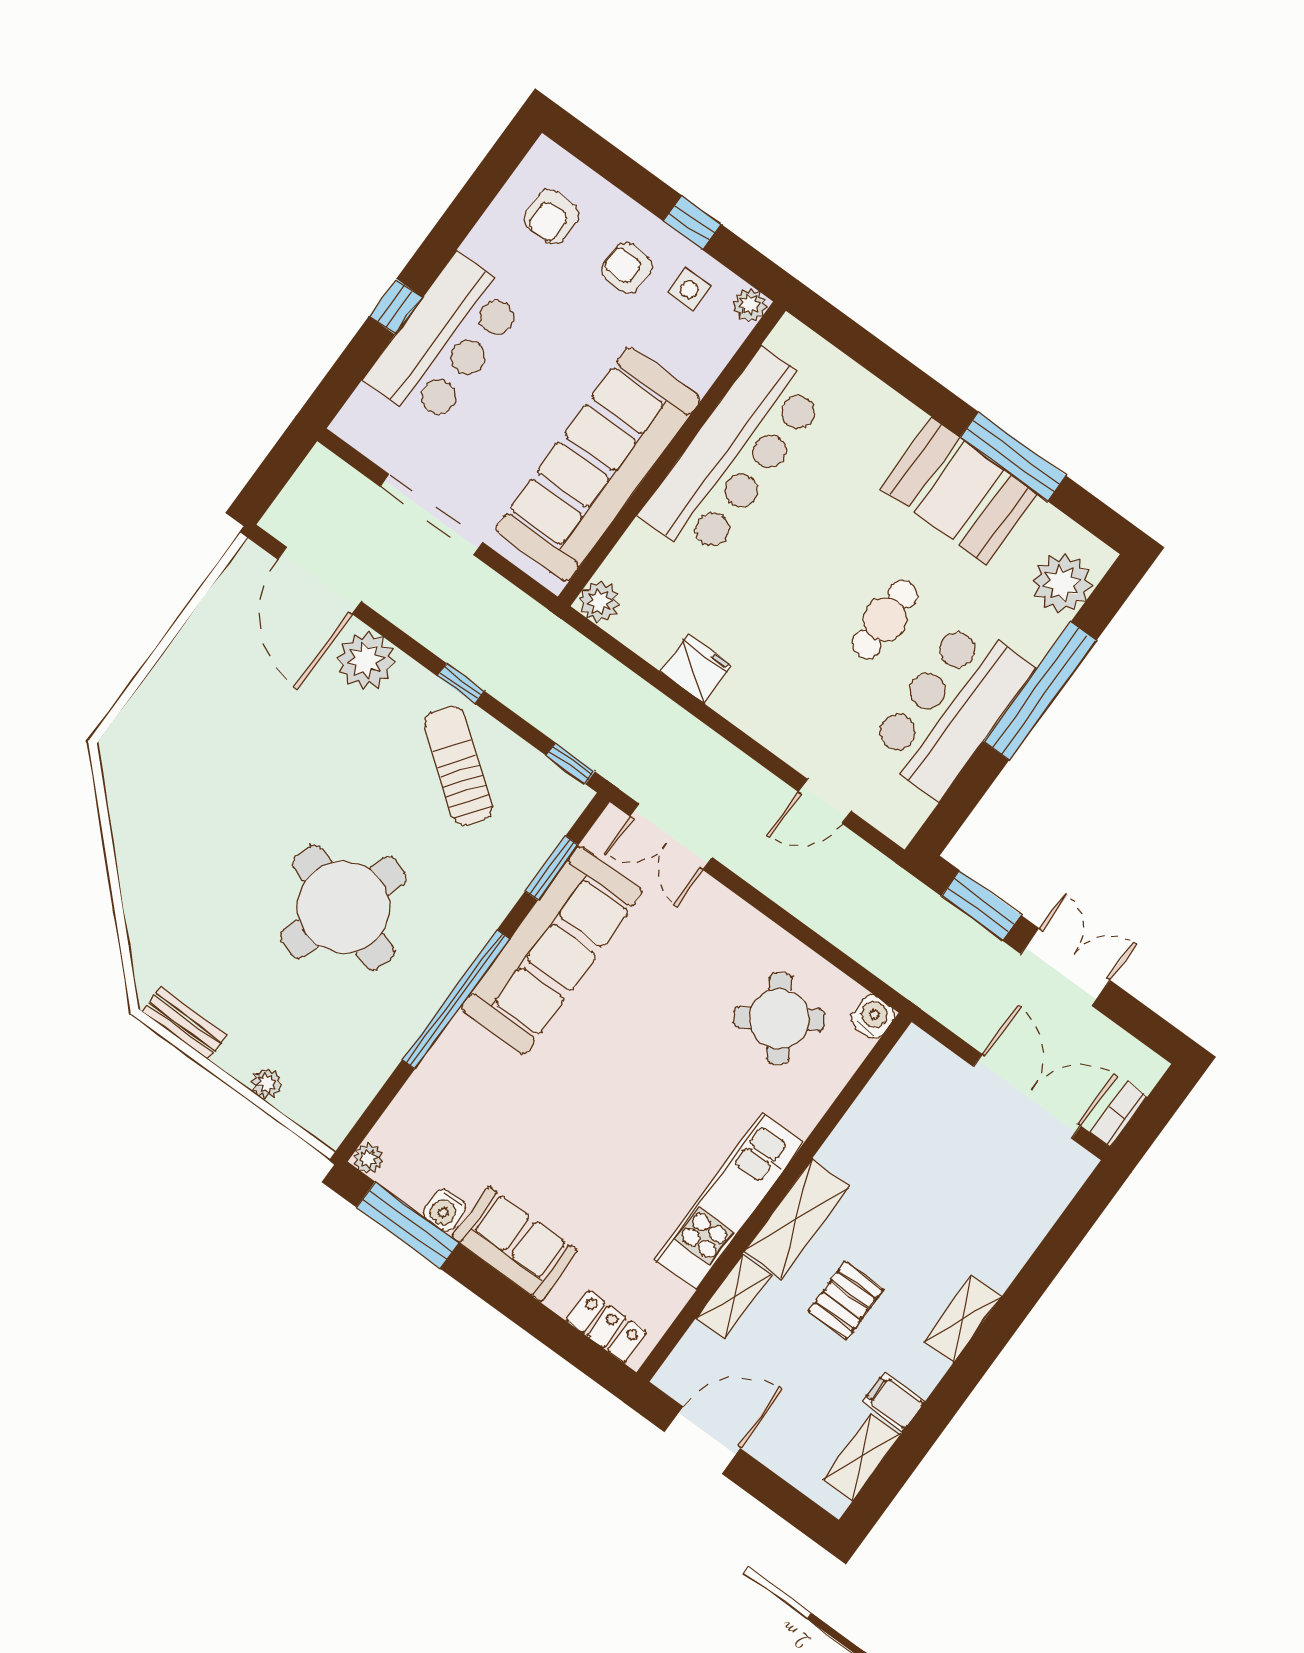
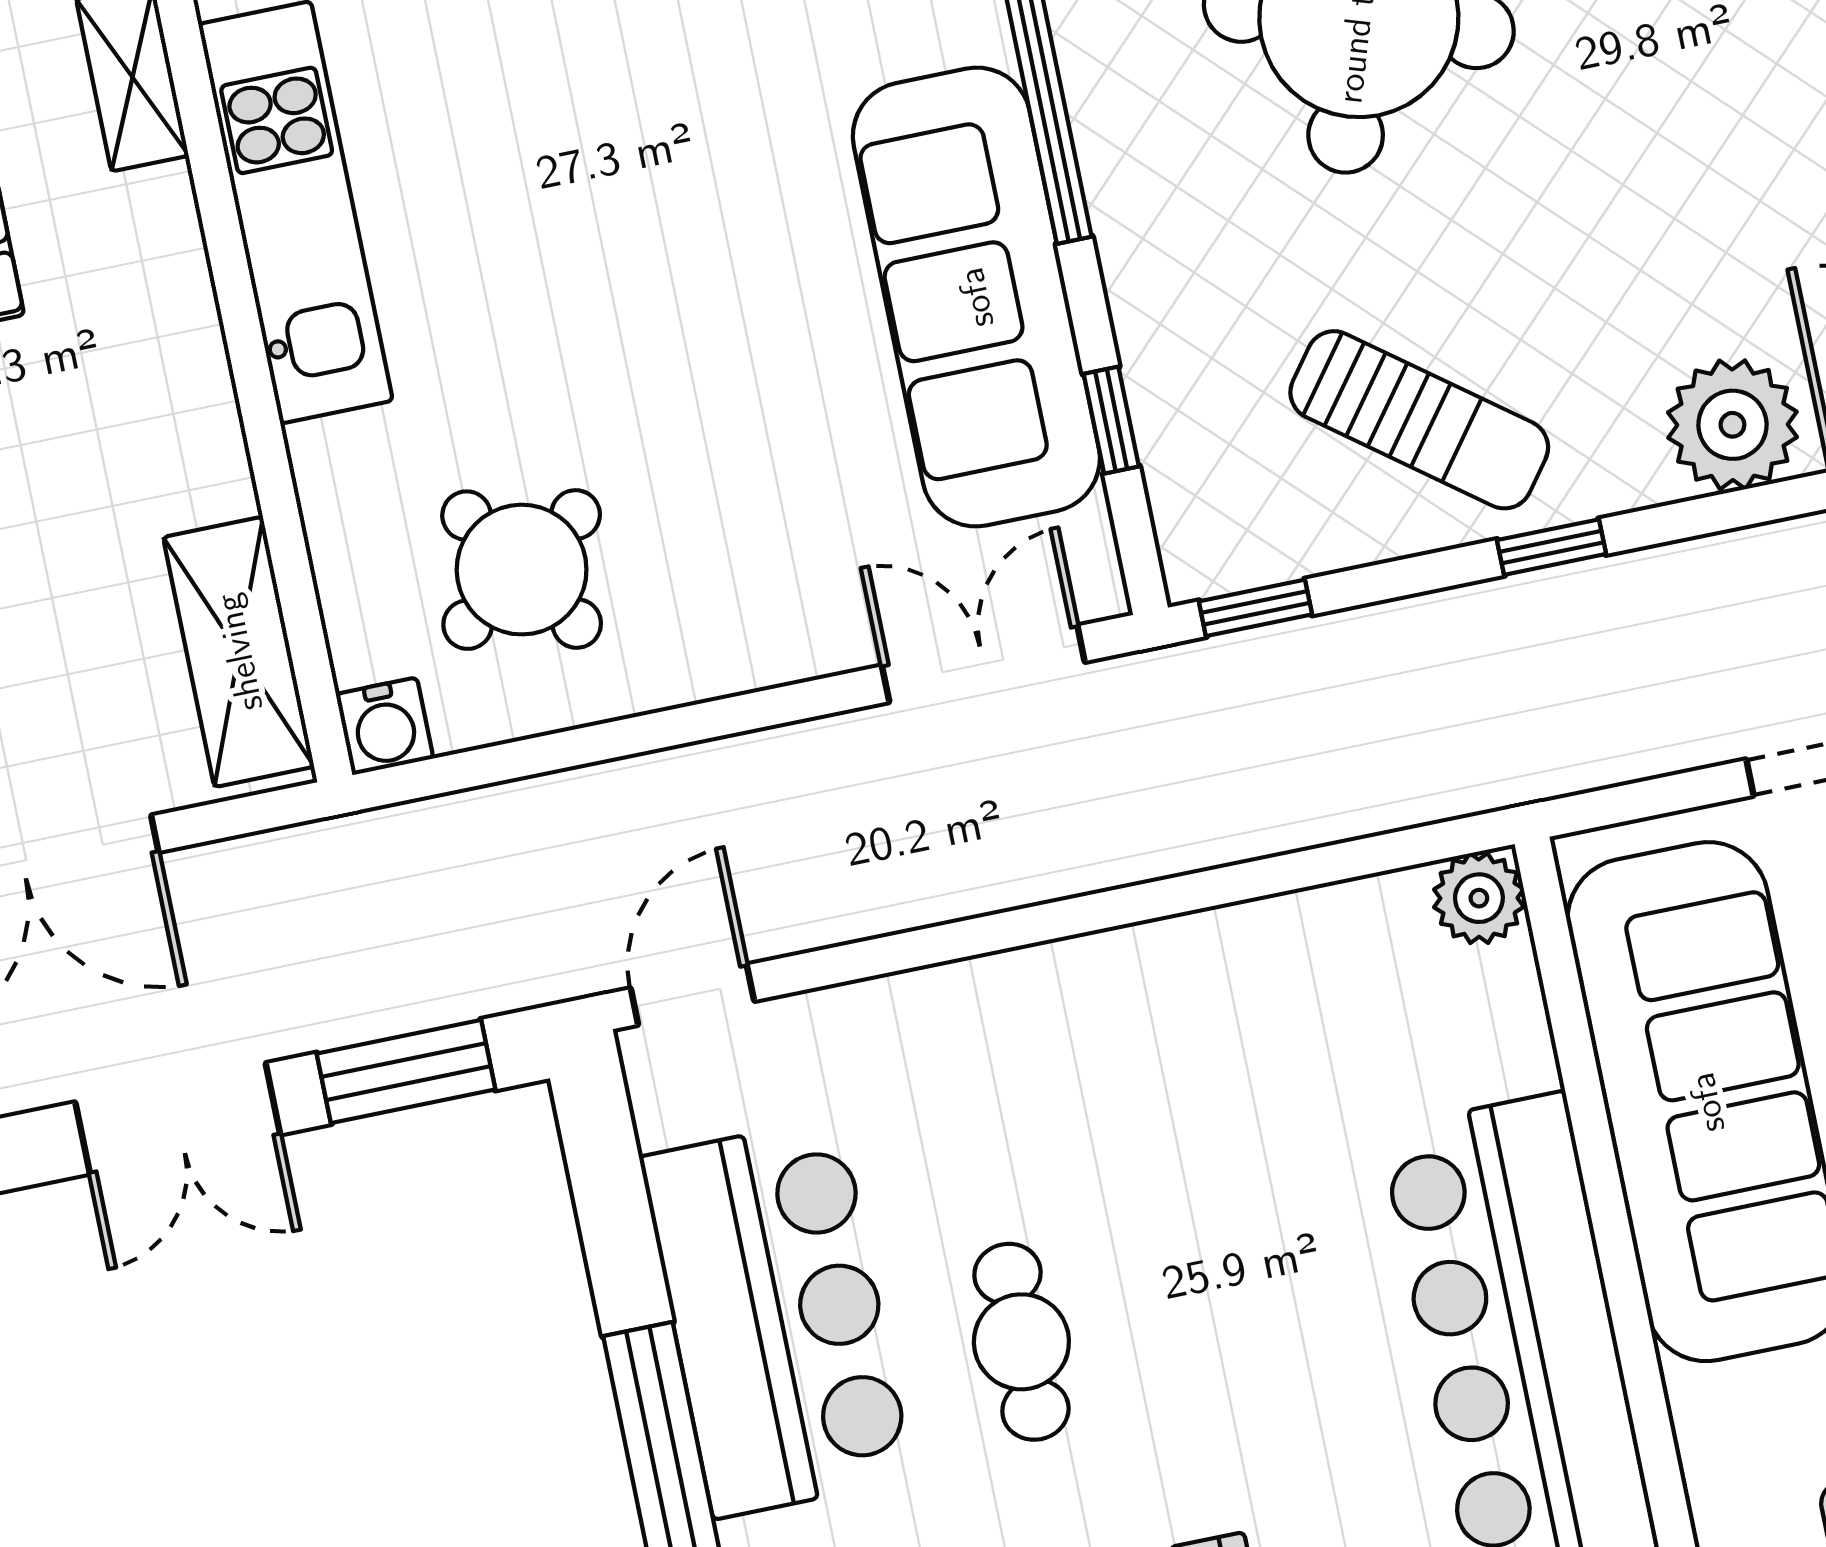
fridge: (696, 669) -> (1224, 957), removed
door: (825, 801) -> (692, 995), moved
window: (552, 868) -> (1111, 420), width x0.67
shelving: (797, 1219) -> (239, 652), moved

